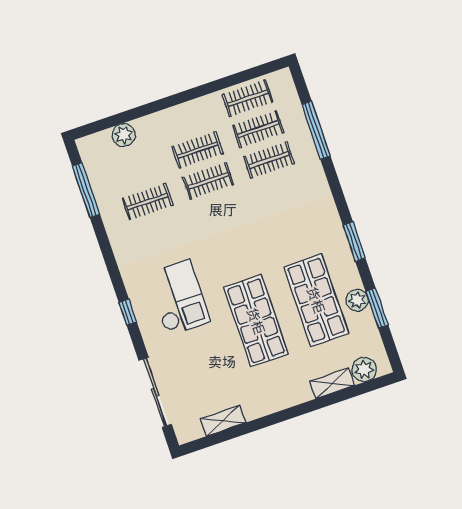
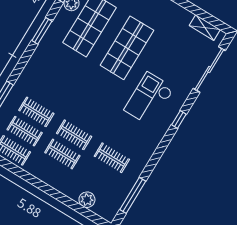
shelving: (223, 421) -> (205, 28), moved

